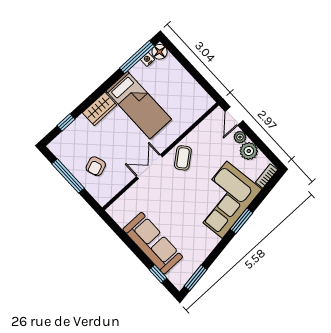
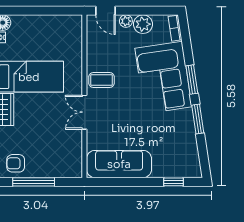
coffee table: (183, 158) -> (102, 80), turned -51
armchair: (96, 166) -> (16, 163), moved, turned 110
sofa: (153, 243) -> (119, 164), moved
window: (196, 278) -> (198, 119), moved

